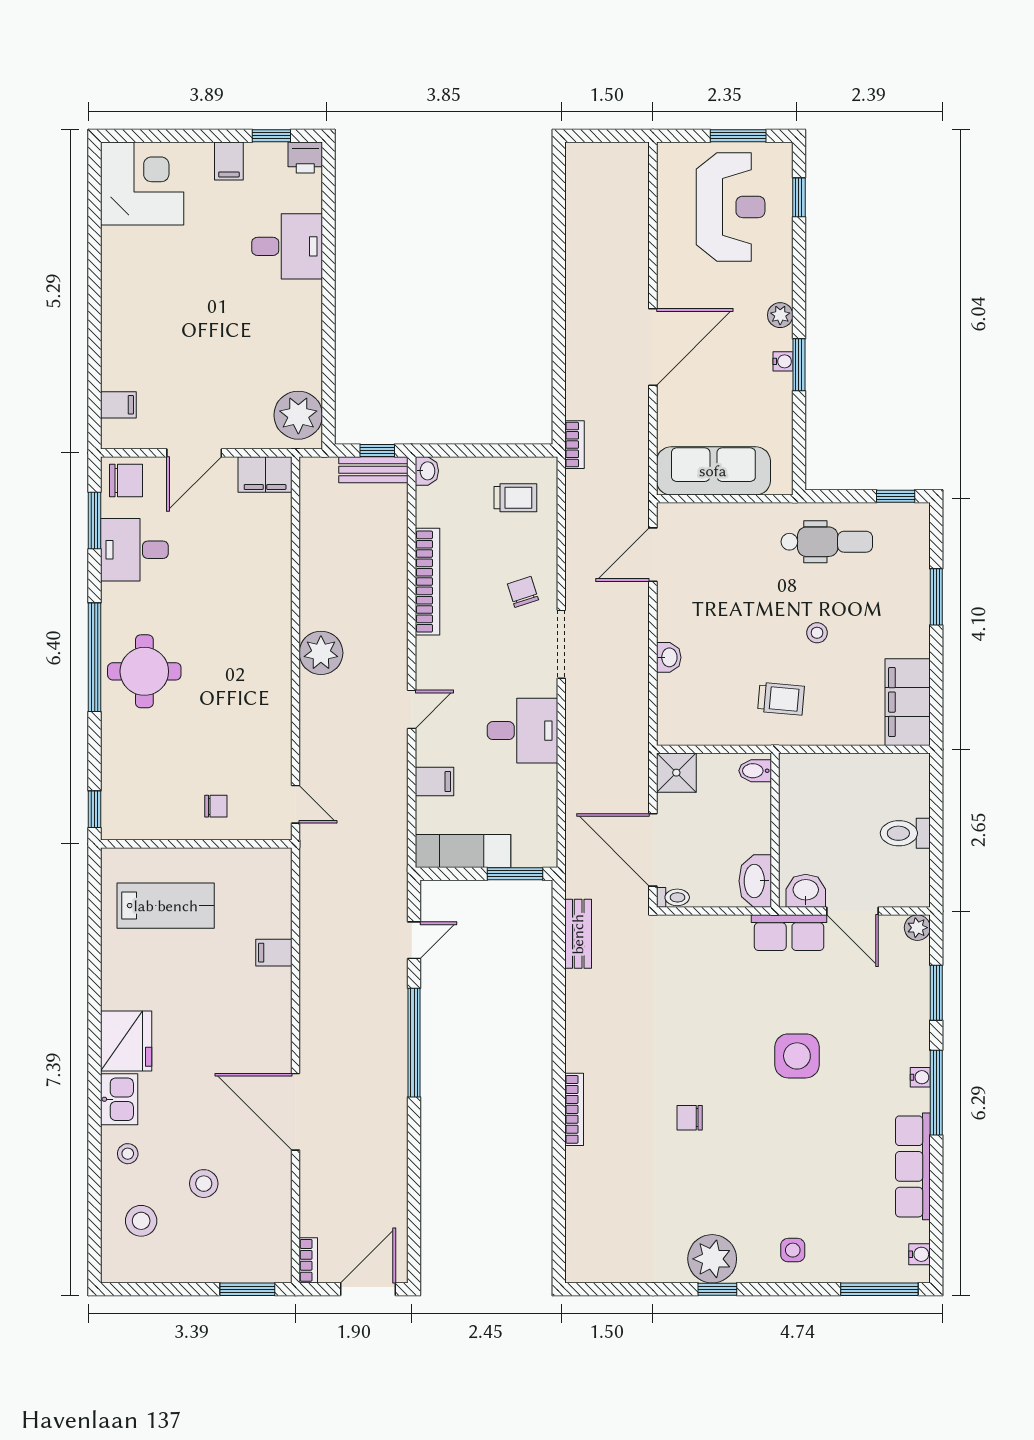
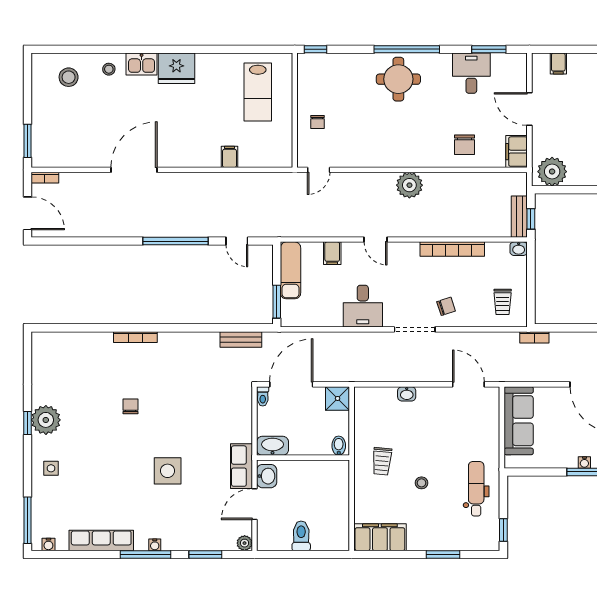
chair: (126, 481) -> (465, 145), moved
dental chair: (827, 542) -> (476, 489), turned 180
stool: (204, 1184) -> (91, 115), removed

